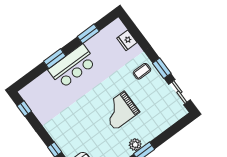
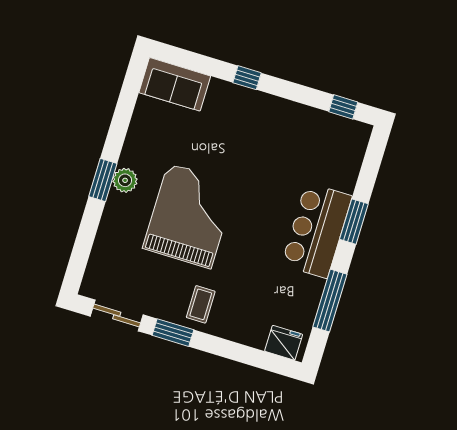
window: (88, 34) -> (330, 301), width x1.44
fridge: (127, 40) -> (284, 343), moved
grand piano: (120, 111) -> (190, 216), width x1.37, depth x1.48

